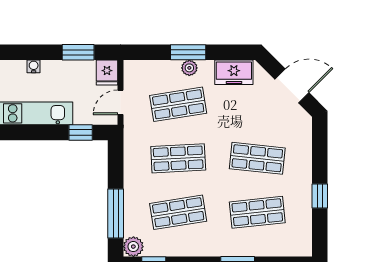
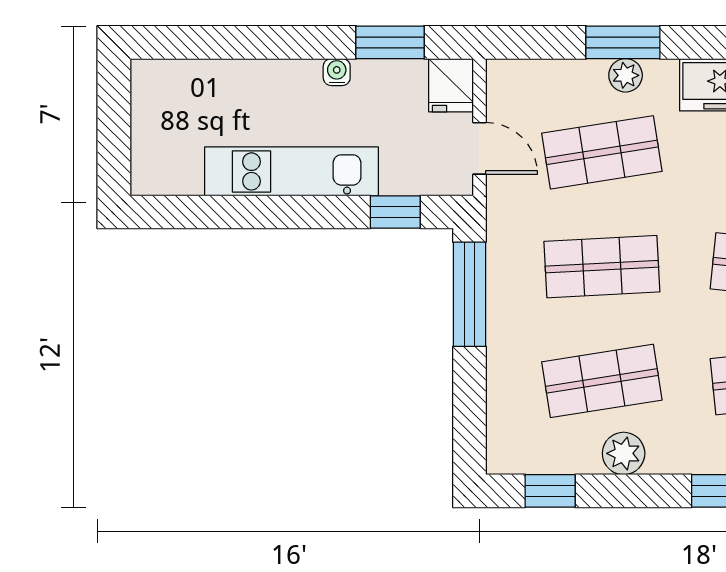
water cooler: (34, 66) -> (337, 72), moved
door: (120, 102) -> (480, 148), swing flipped
window: (116, 213) -> (469, 294), moved
plant: (133, 247) -> (624, 453), moved

